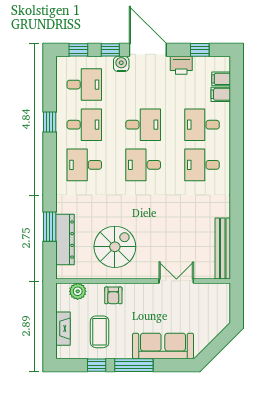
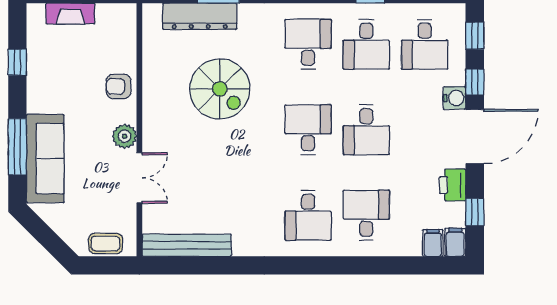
filing cabinet: (221, 94) -> (455, 242), moved
desk: (202, 165) -> (308, 215), turned 180
spiral stairs: (115, 247) -> (220, 89), moved
plant: (78, 291) -> (125, 136), moved
coffee table: (100, 332) -> (105, 243), moved, width x0.73, depth x0.77
window: (134, 365) -> (17, 147), moved

